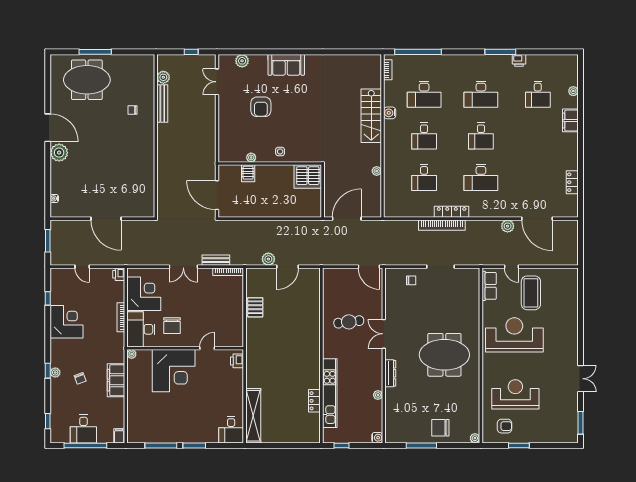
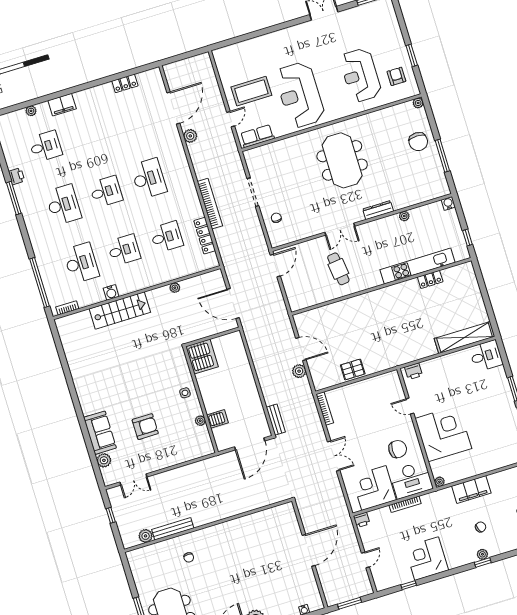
sofa: (286, 65) -> (100, 433), moved
locker: (452, 212) -> (205, 236), moved
bench: (216, 260) -> (276, 420), moved

